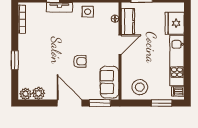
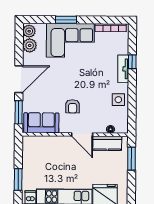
corner sofa: (34, 56) -> (70, 40), added
armchair: (80, 61) -> (73, 106), moved
stool: (140, 87) -> (36, 156), removed

